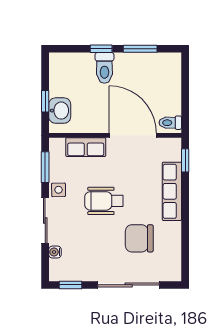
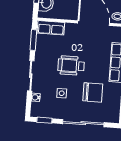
row of seats: (86, 147) -> (51, 28), moved
side table: (59, 190) -> (62, 93), moved
chair: (139, 238) -> (93, 92), turned 180

